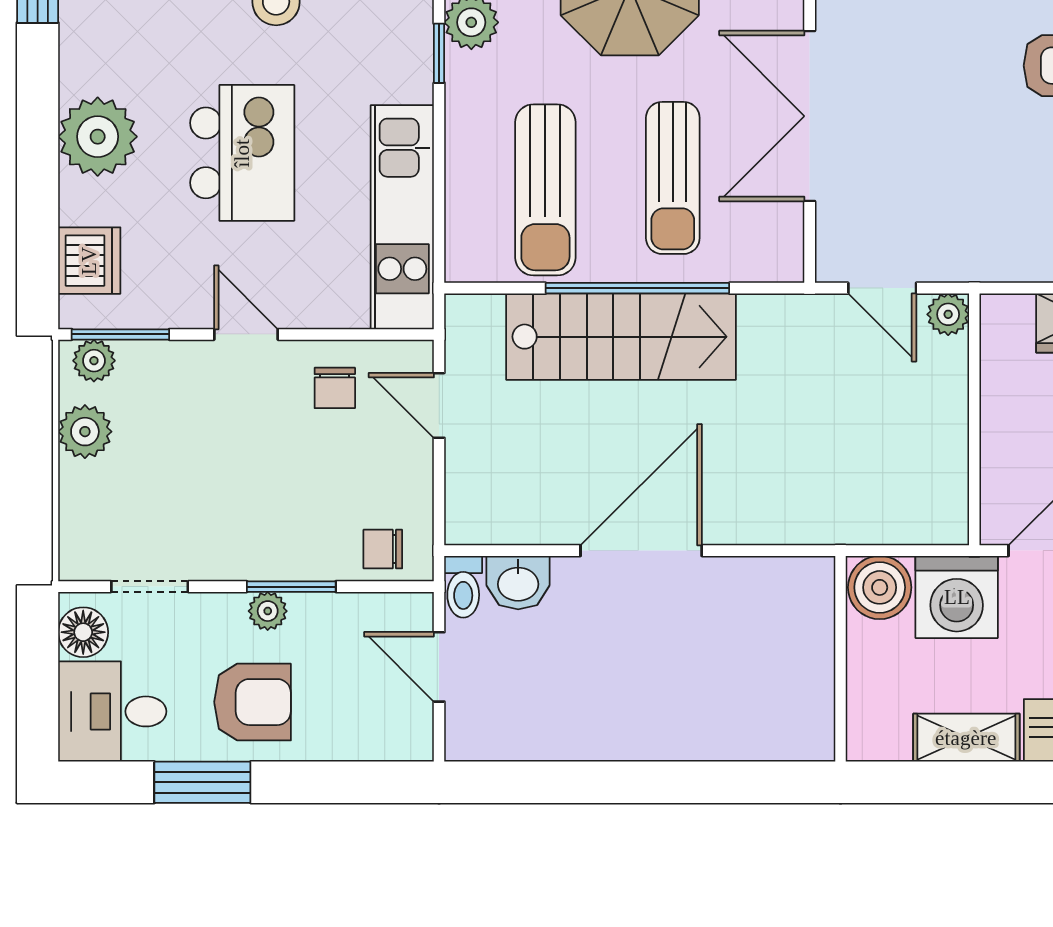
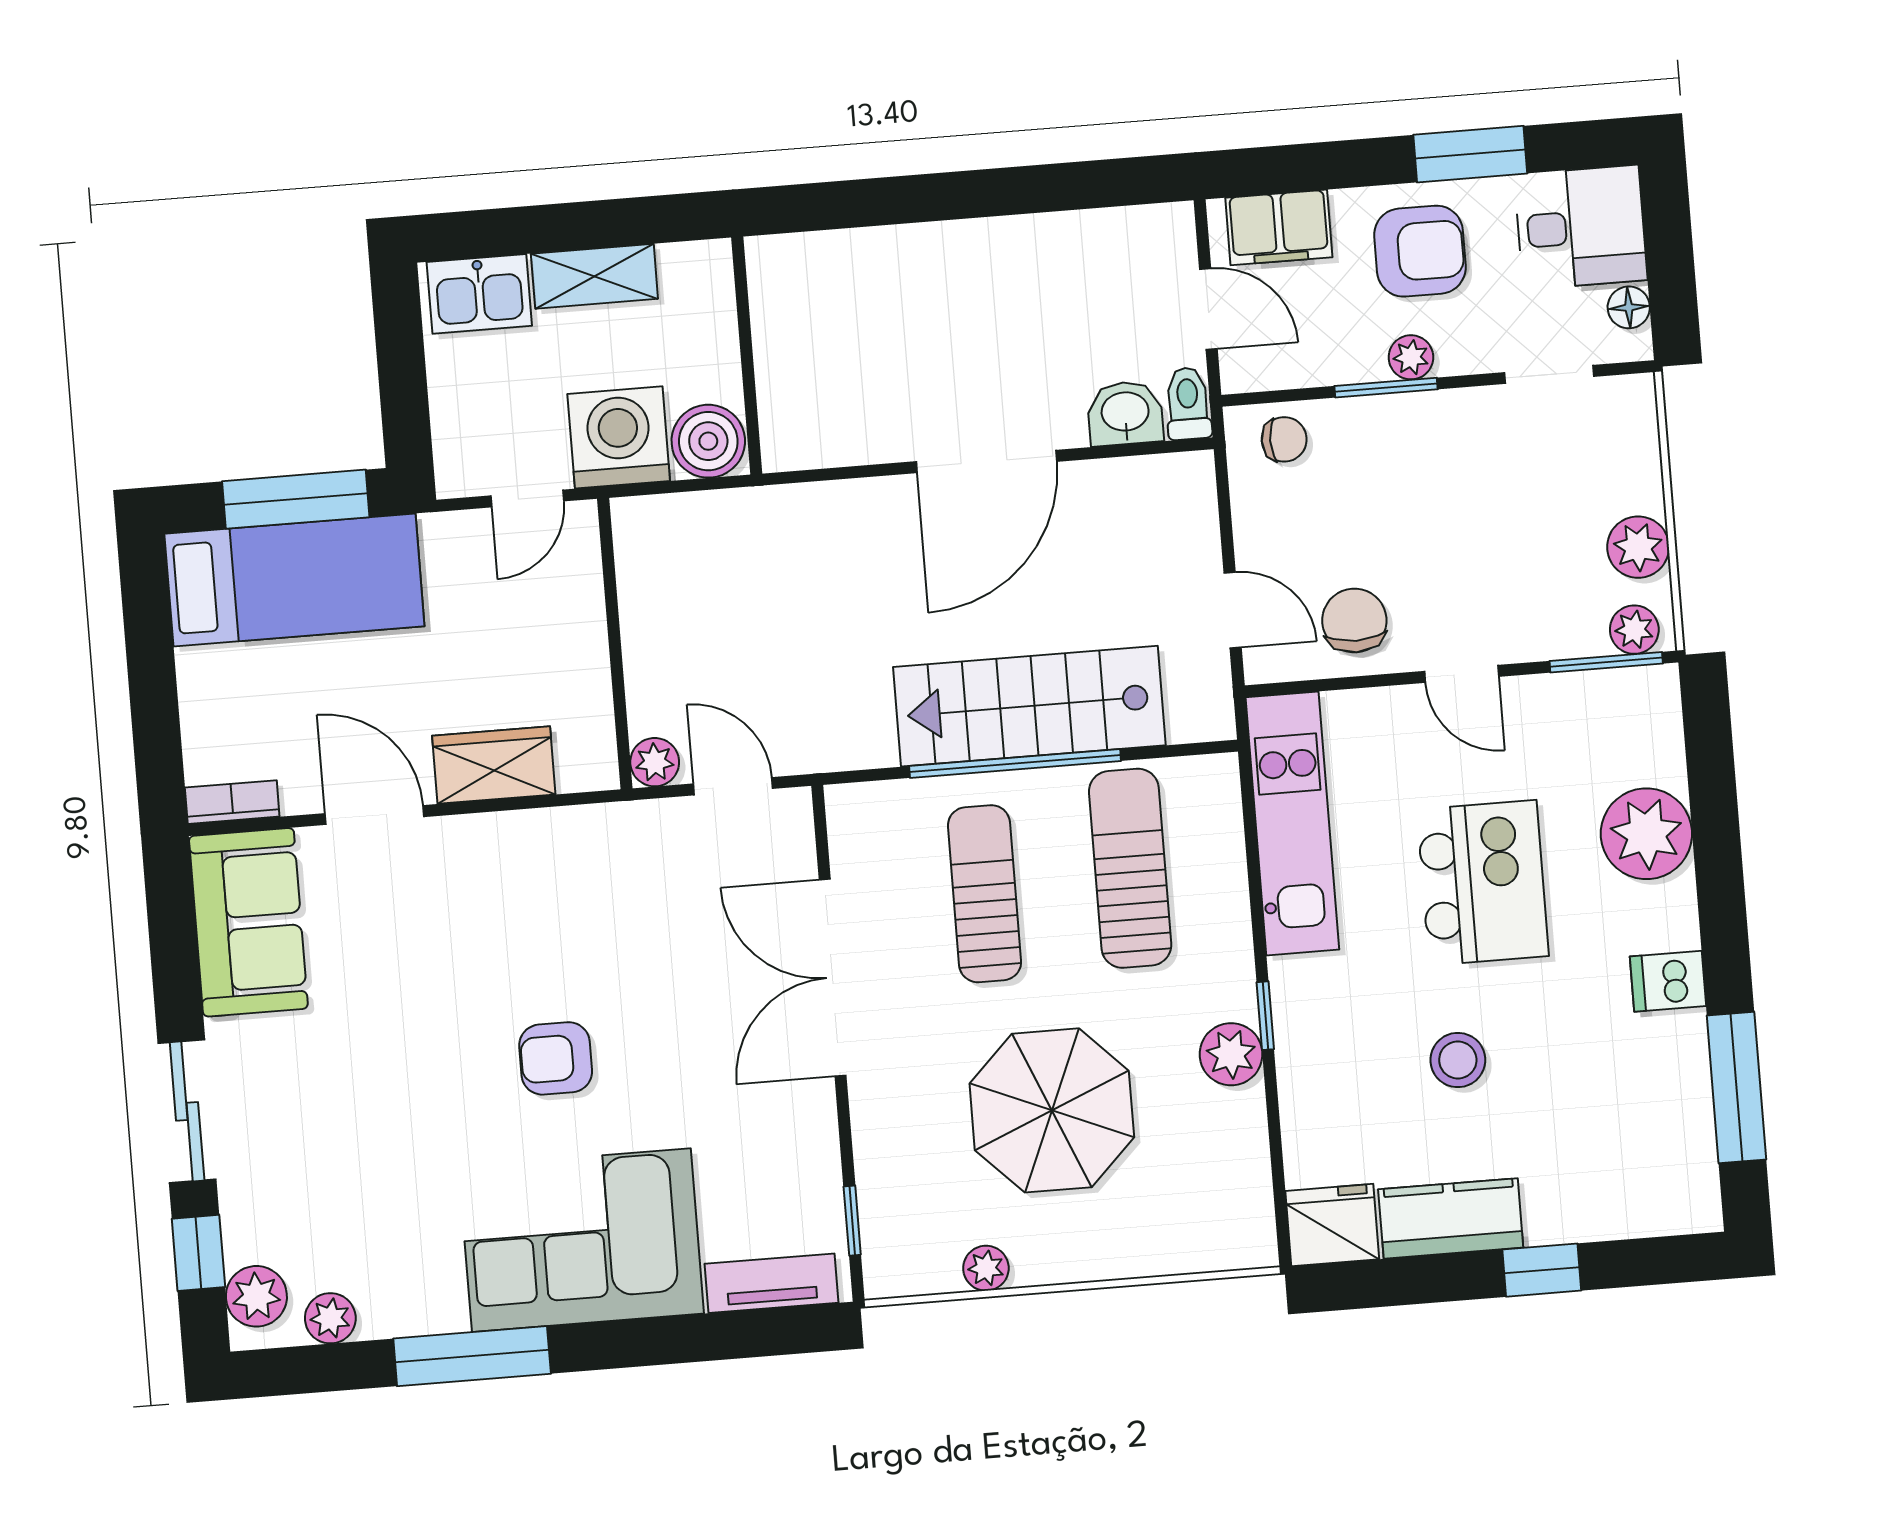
double door: (810, 116) -> (833, 978), swing flipped
plant: (98, 137) -> (1646, 834), moved
kitchen island: (242, 153) -> (1483, 883), turned 180
dishwasher: (89, 261) -> (1668, 981), moved, width x0.73
chair: (335, 388) -> (1354, 620), width x1.37, depth x1.37
floor lamp: (83, 632) -> (1629, 307), width x0.73, depth x0.73
armchair: (253, 702) -> (1420, 251), turned 180
filing cabinet: (373, 732) -> (1279, 227), added

